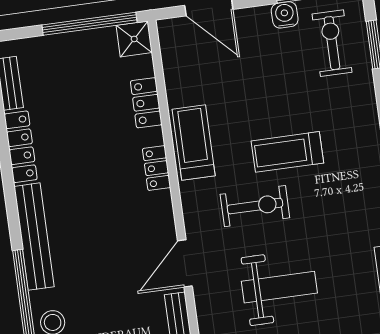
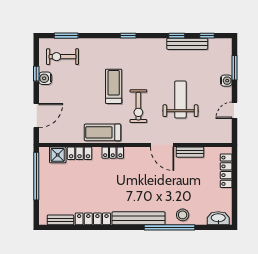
shower: (134, 39) -> (58, 155), moved
treadmill: (287, 152) -> (114, 86), turned 180
exercise bike: (255, 206) -> (138, 106), turned 180

